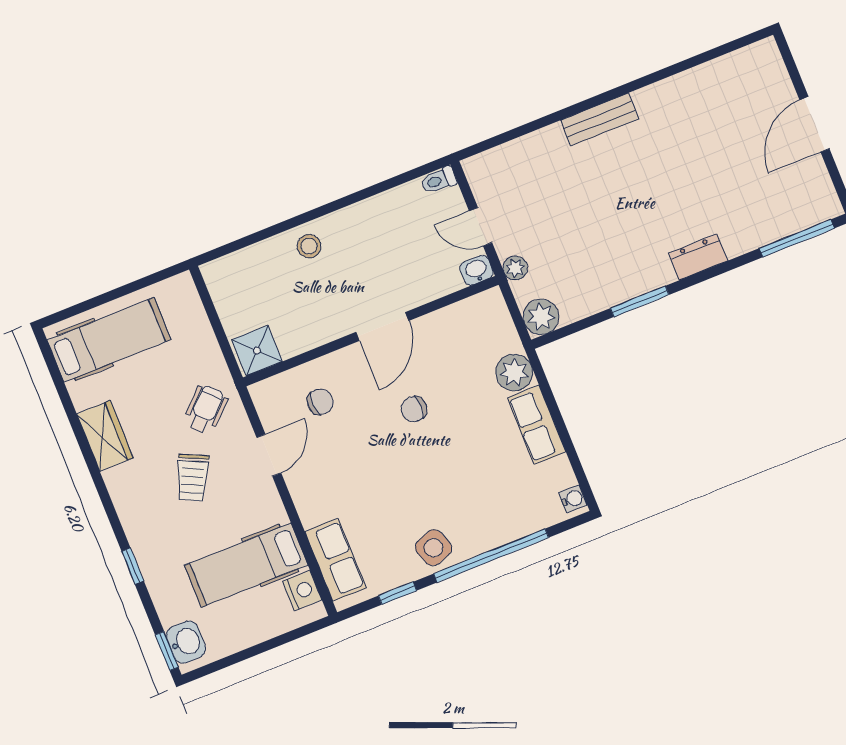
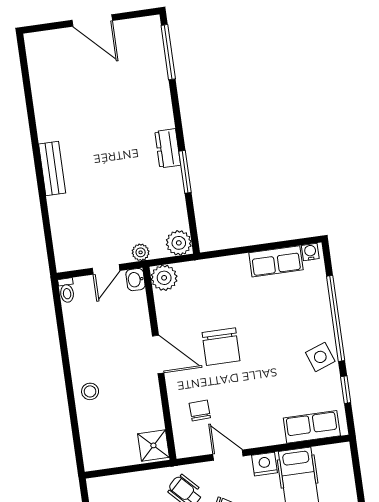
dresser: (698, 257) -> (168, 148), moved
plant: (514, 372) -> (164, 278), moved
chair: (414, 409) -> (221, 347), width x1.87, depth x1.87
row of seats: (536, 425) -> (276, 261), moved
nightstand: (302, 590) -> (265, 464), moved

